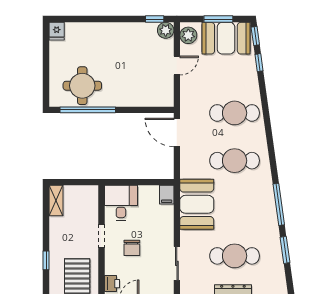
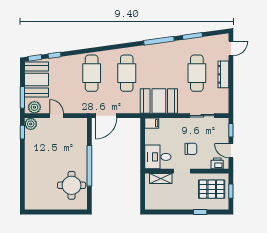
window: (218, 19) -> (22, 97), moved
fridge: (57, 31) -> (31, 204), removed
window: (88, 110) -> (89, 166), moved
shelving: (56, 200) -> (161, 179), moved

